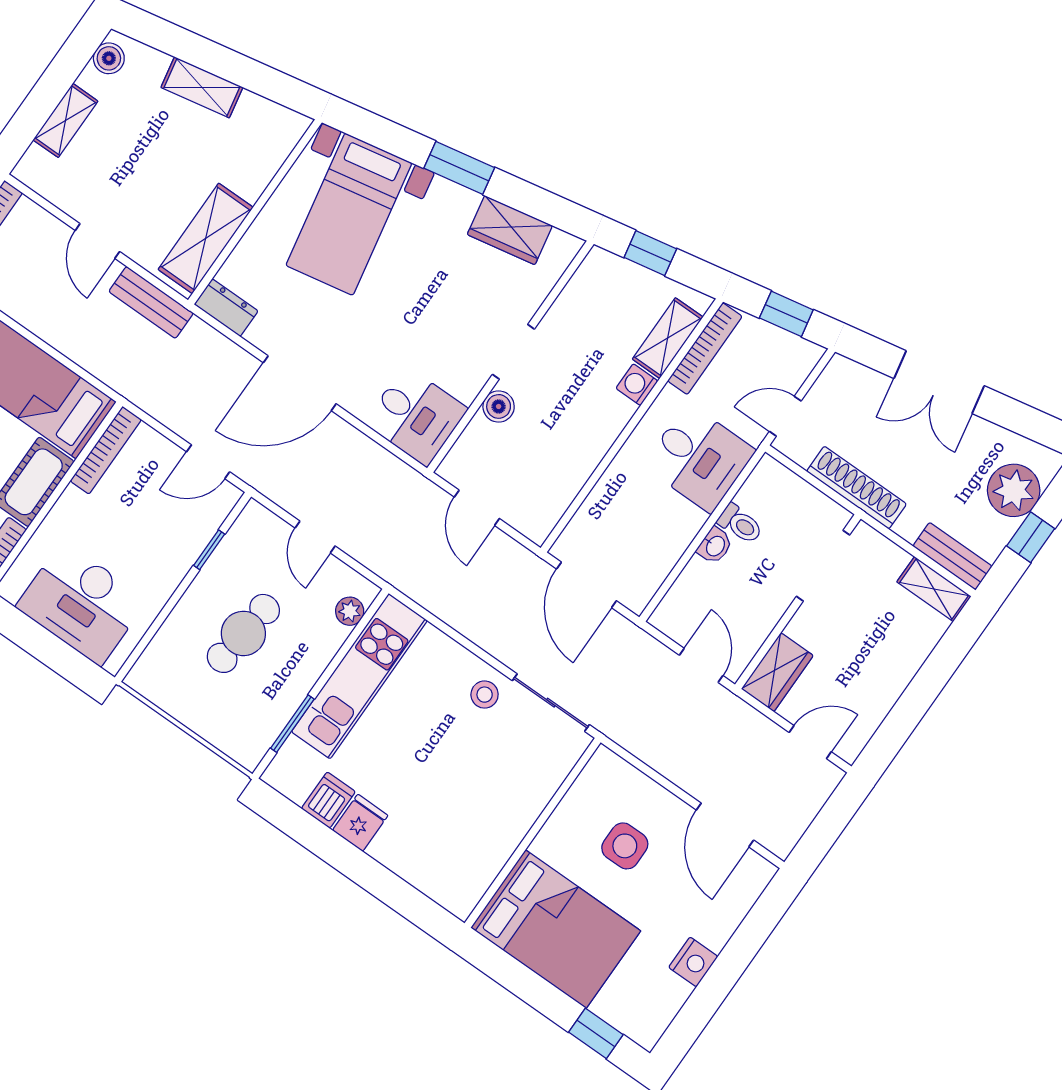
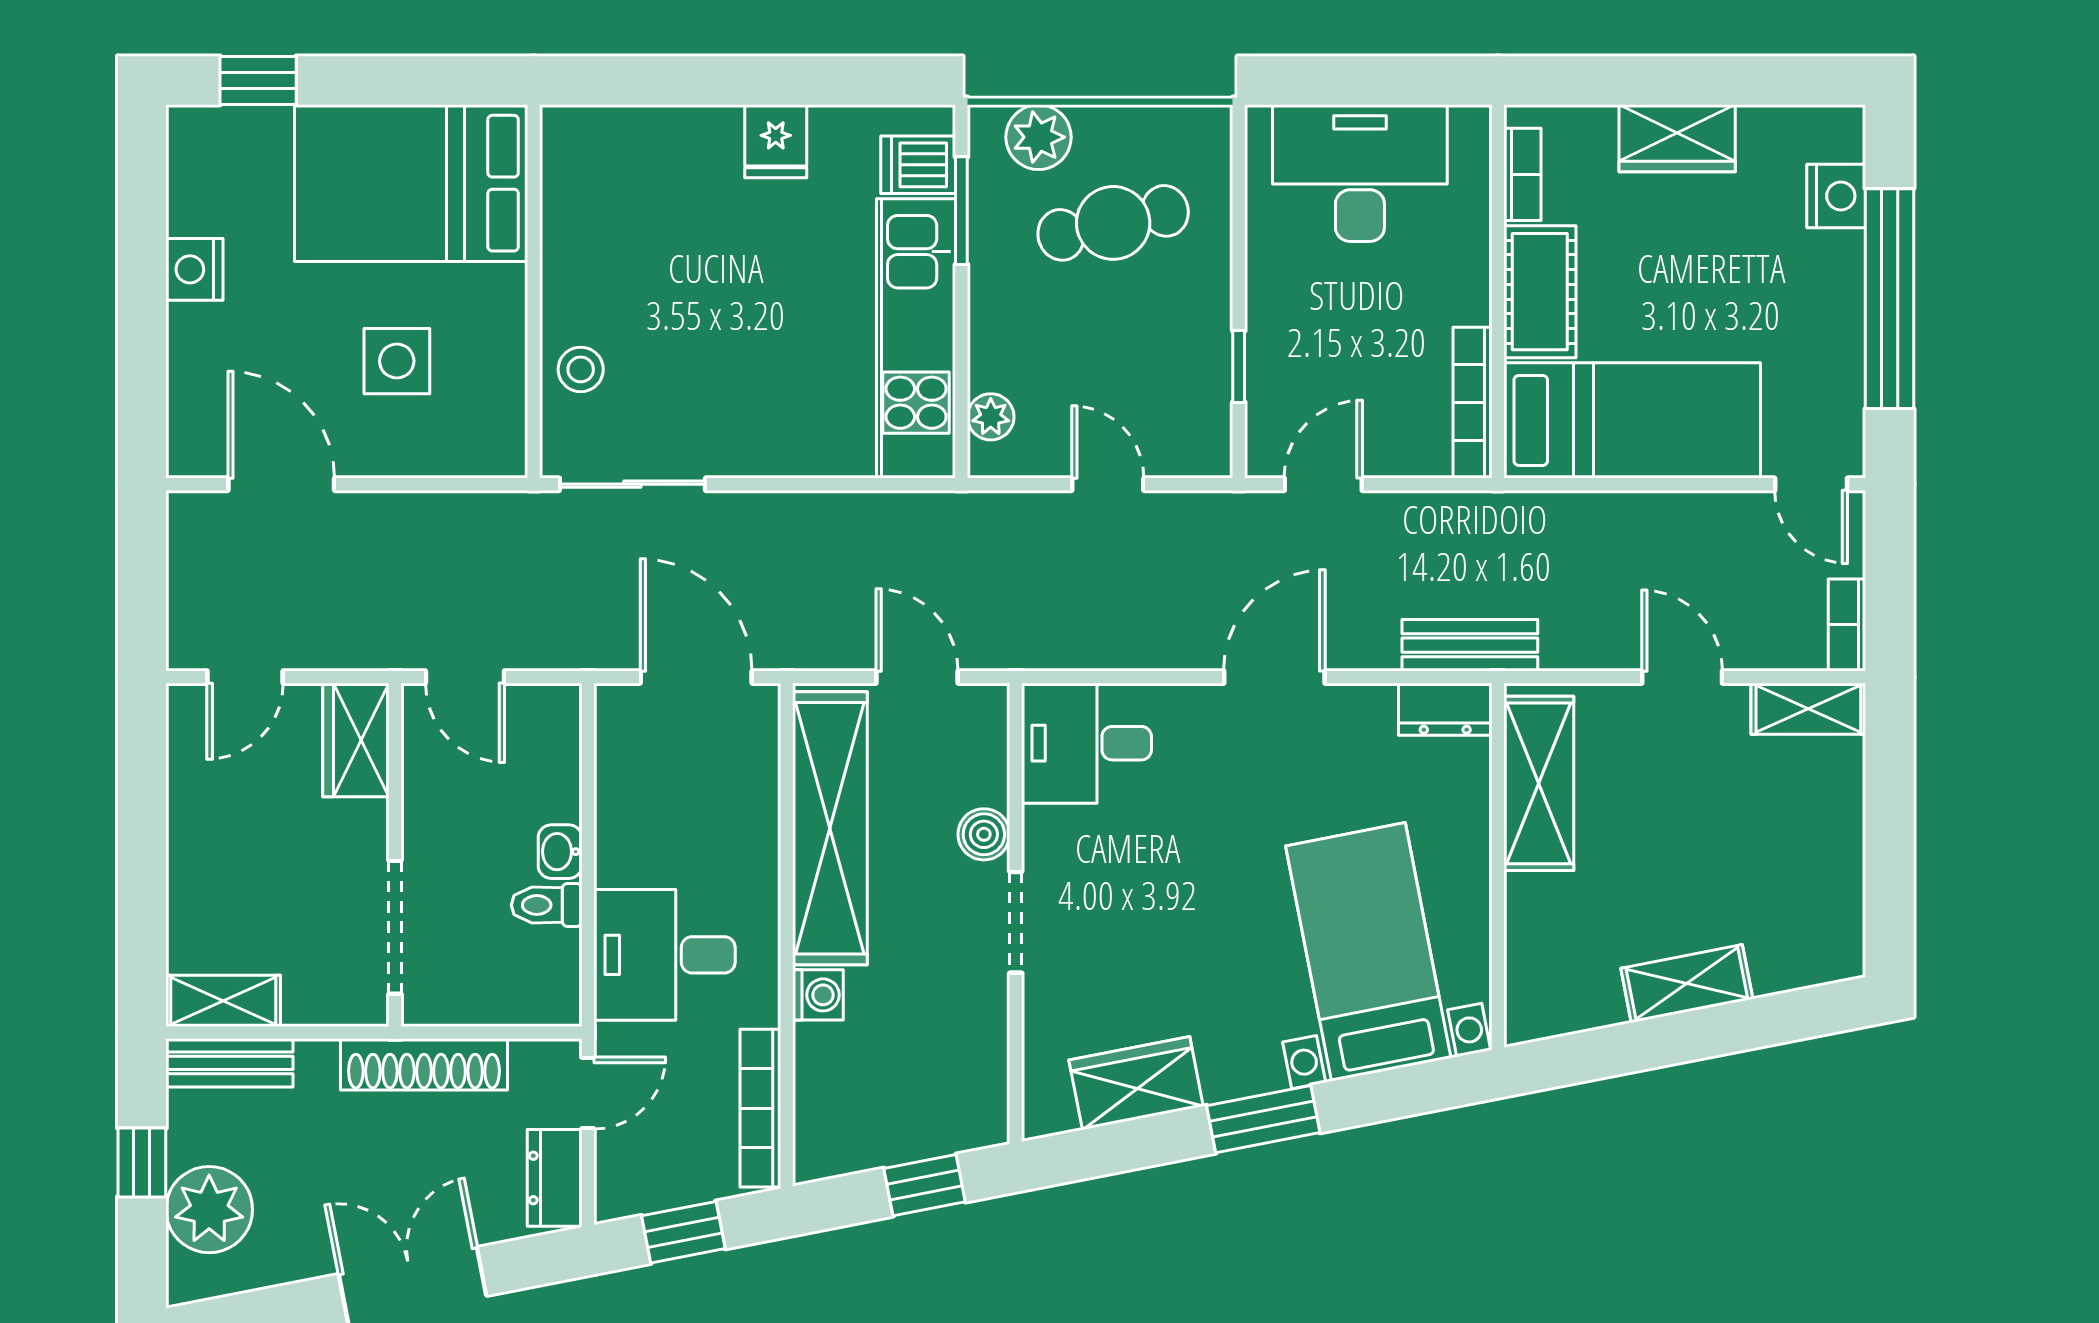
boiler: (109, 58) -> (1840, 934), removed
shelving: (65, 120) -> (1808, 709), moved, turned 90
bench: (151, 302) -> (1470, 645), moved
shelving: (668, 338) -> (830, 828), moved, width x2.20, depth x1.33
door: (300, 383) -> (1274, 677), width x0.73
dresser: (831, 386) -> (555, 1178), added
cafe table: (243, 633) -> (1113, 223), moved, turned 71
stool: (485, 695) -> (581, 369), moved
plant: (228, 733) -> (1039, 137), added
dishwasher: (328, 800) -> (918, 165), moved, turned 90

